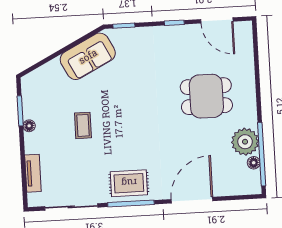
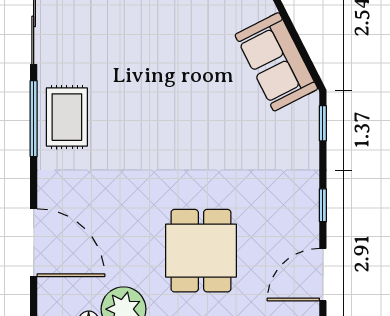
coffee table: (83, 125) -> (165, 48), removed
door: (192, 200) -> (34, 243), moved

